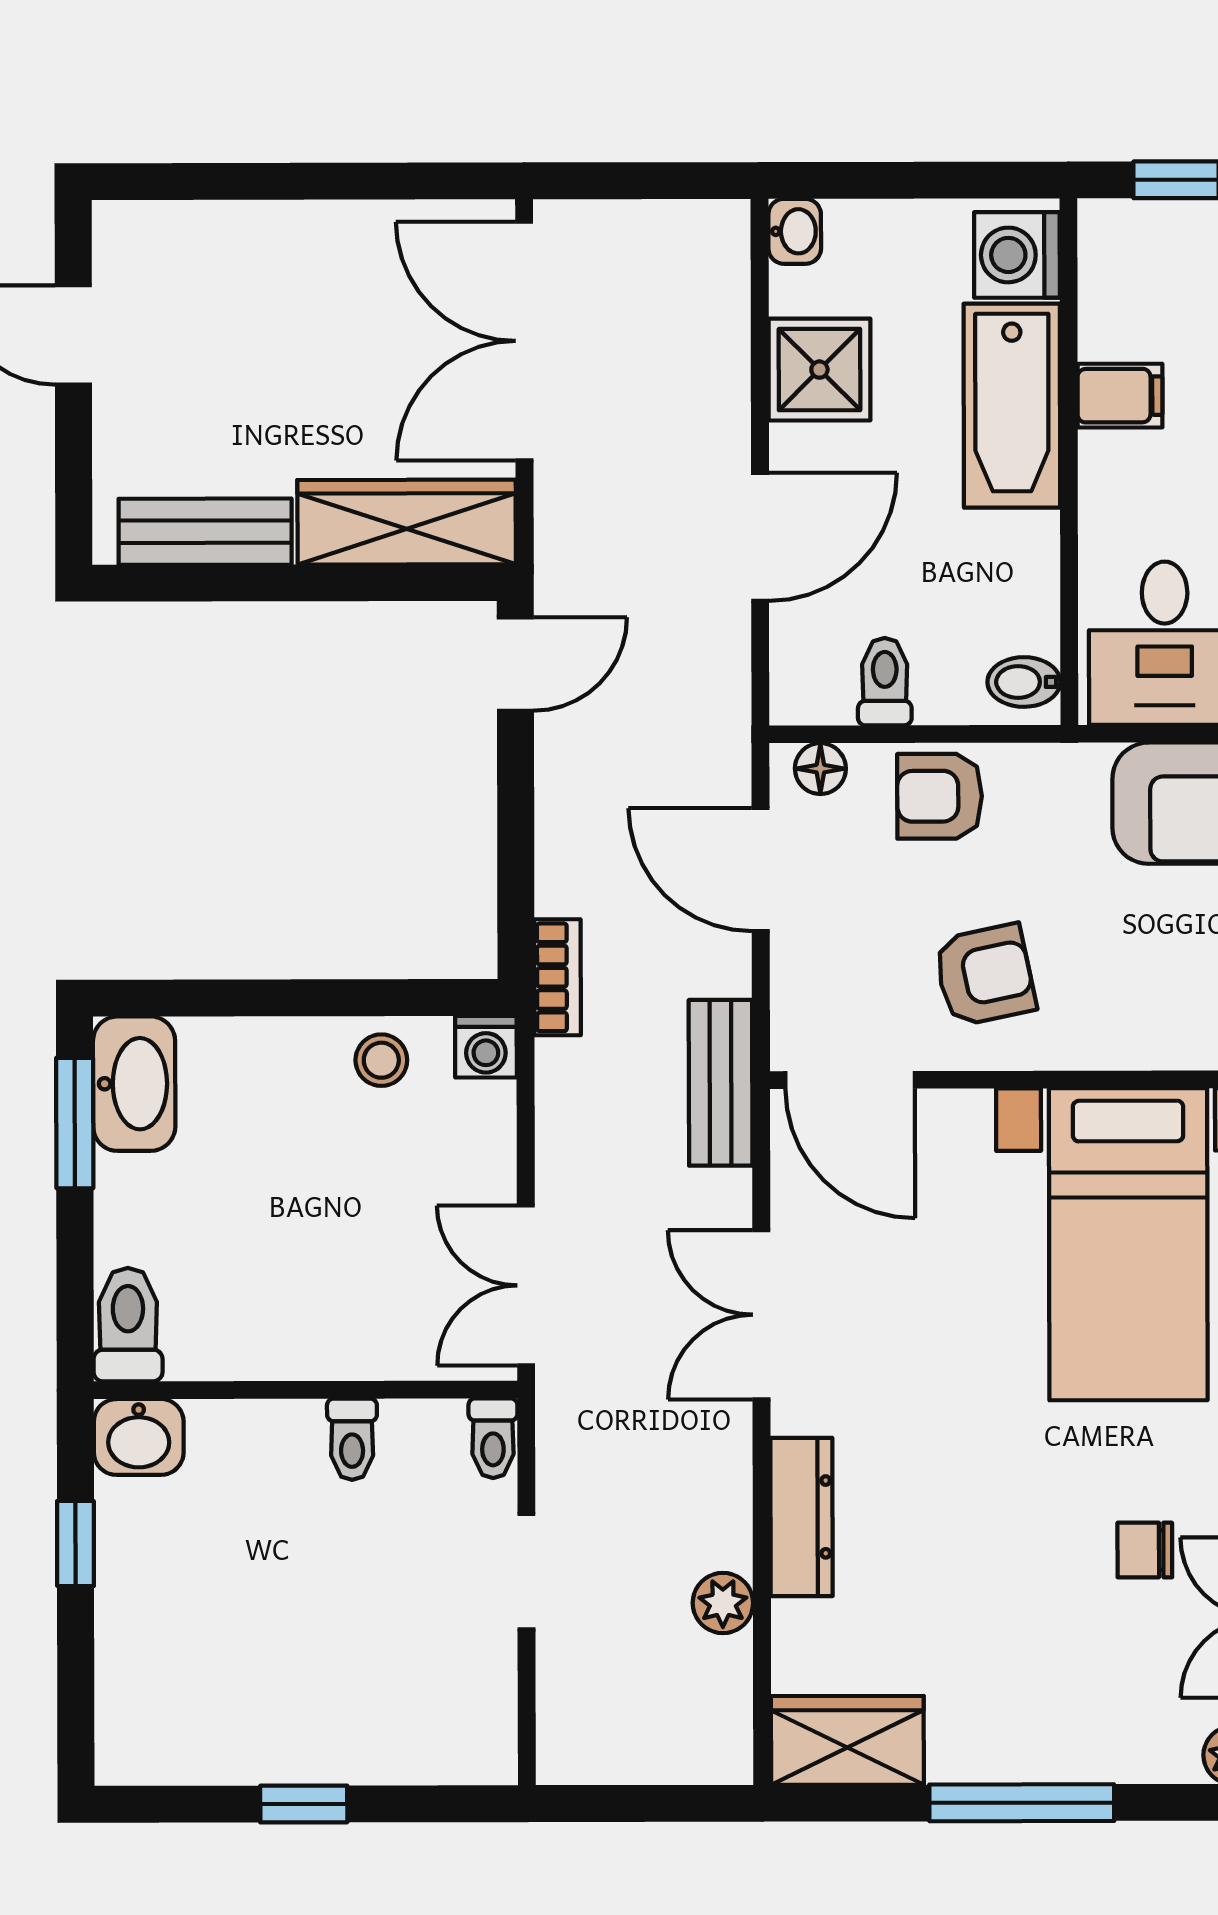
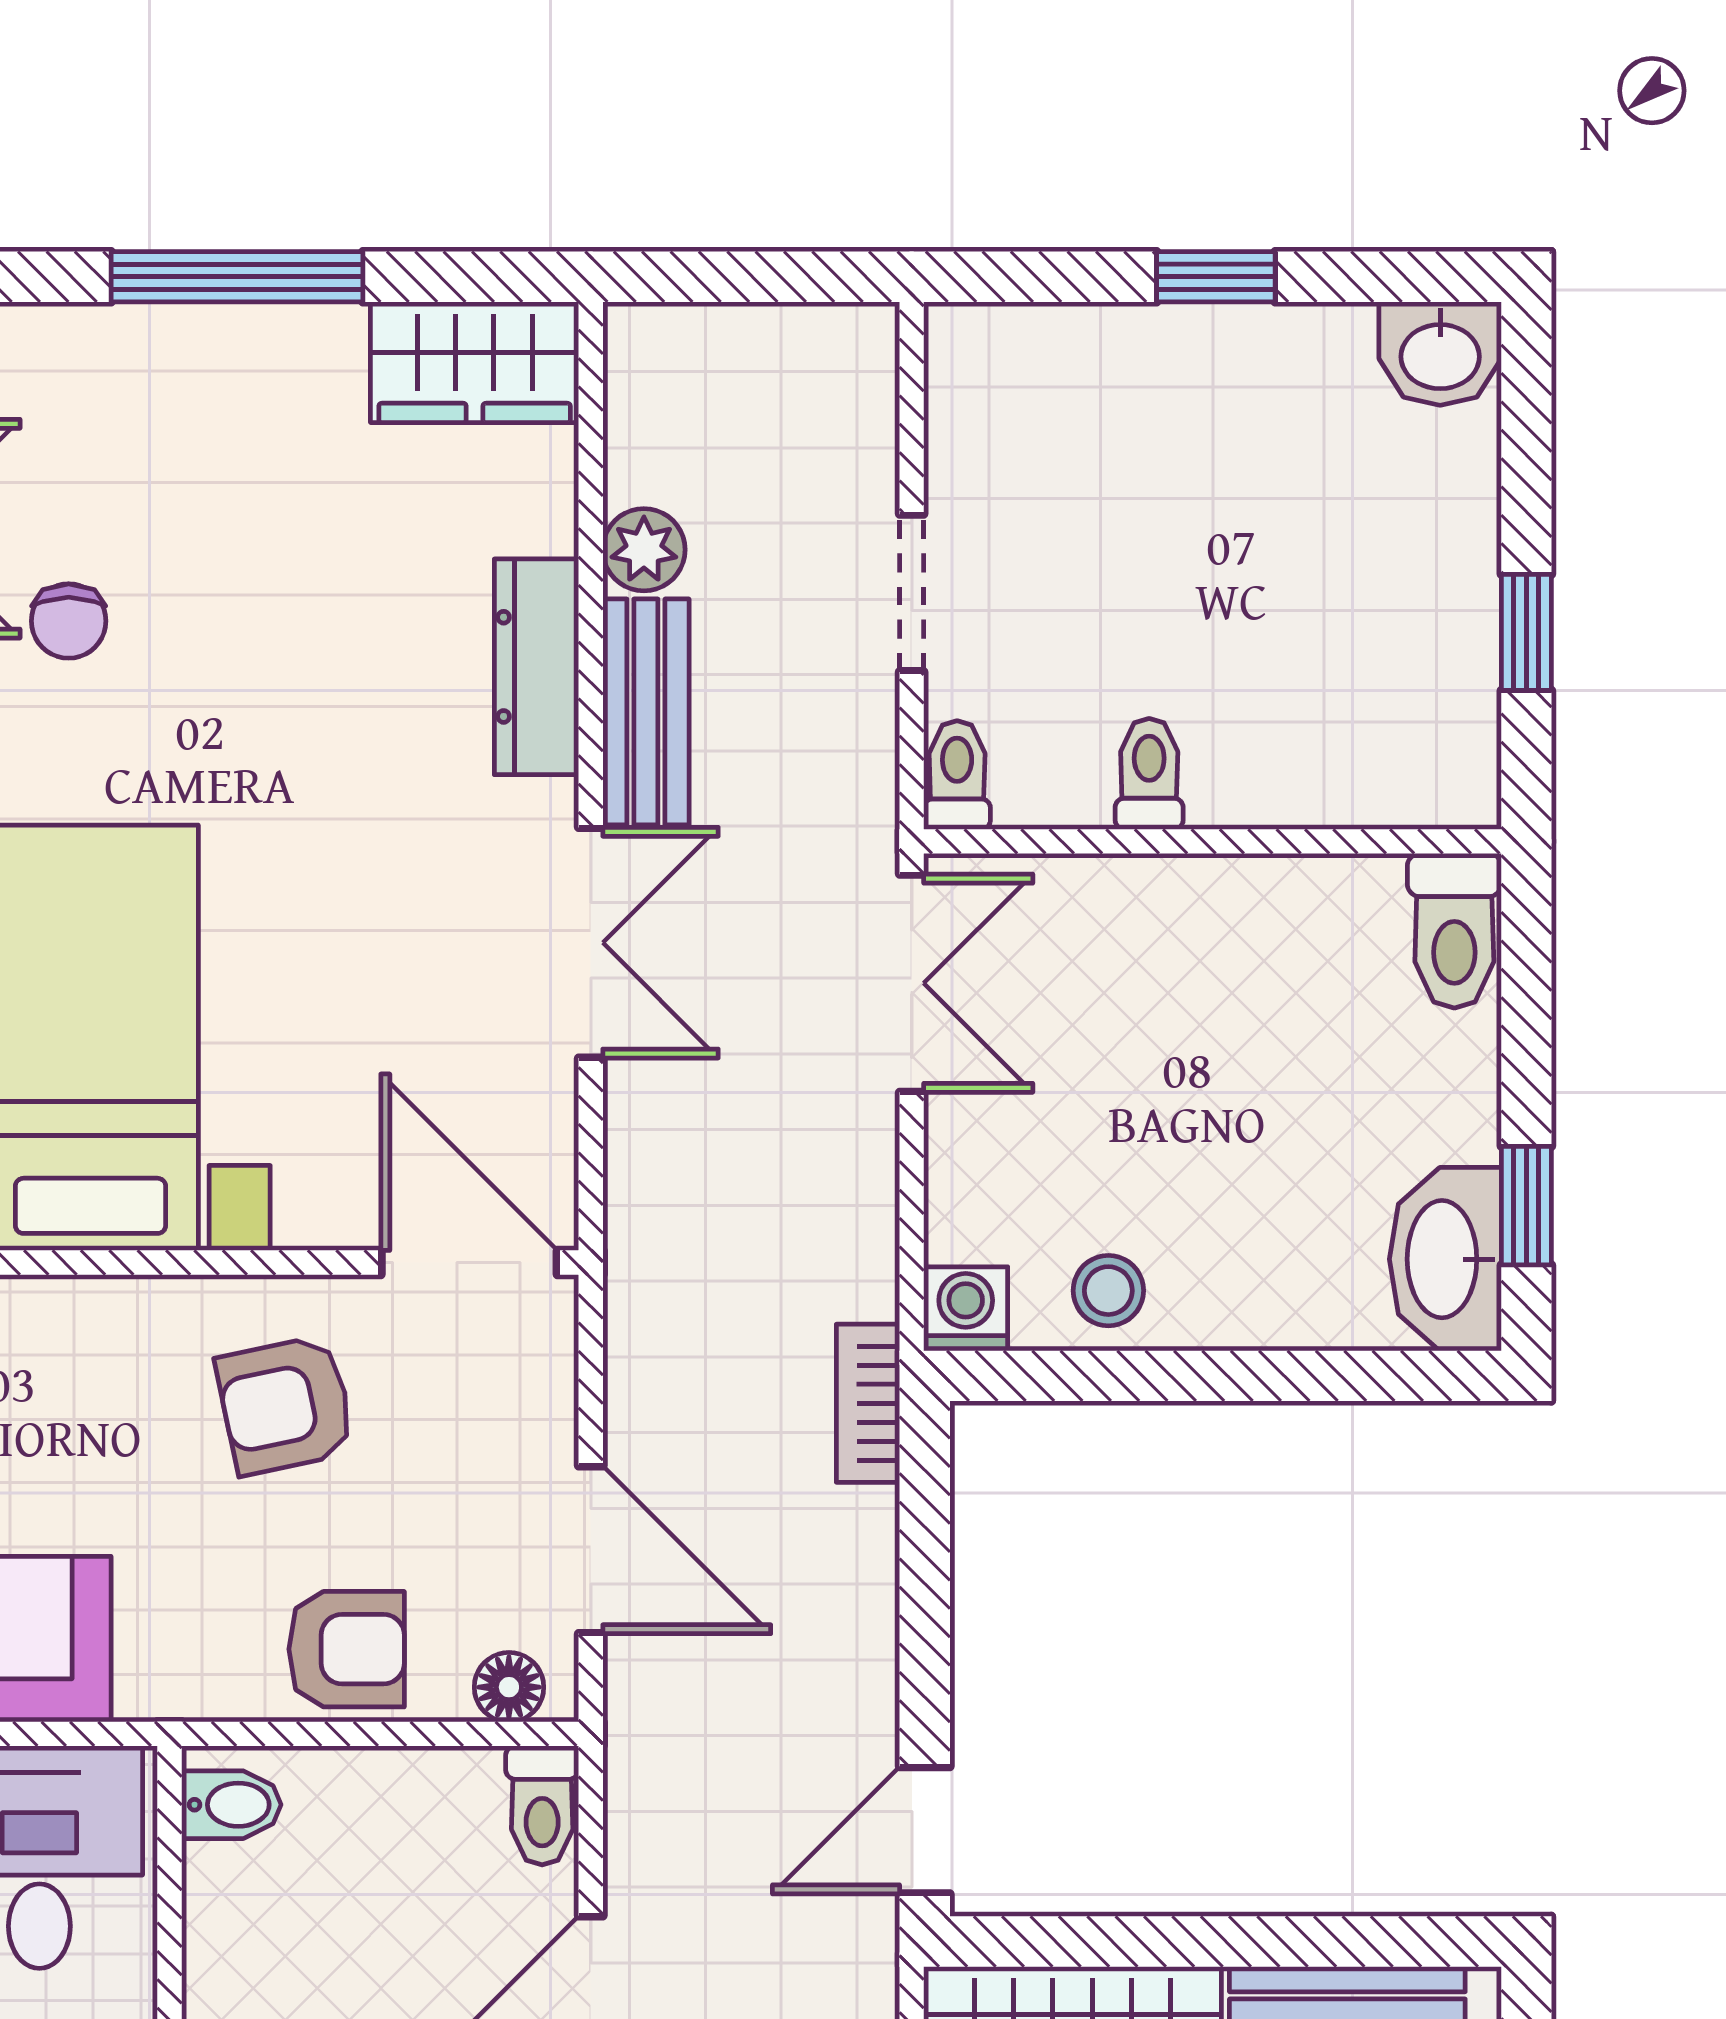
toilet: (885, 682) -> (542, 1805), moved
bench: (721, 1083) -> (646, 712), moved
window: (75, 1123) -> (1526, 1206), width x0.67
washbasin: (139, 1437) -> (1440, 354), moved, turned 180
chair: (1145, 1550) -> (69, 621), turned 90

